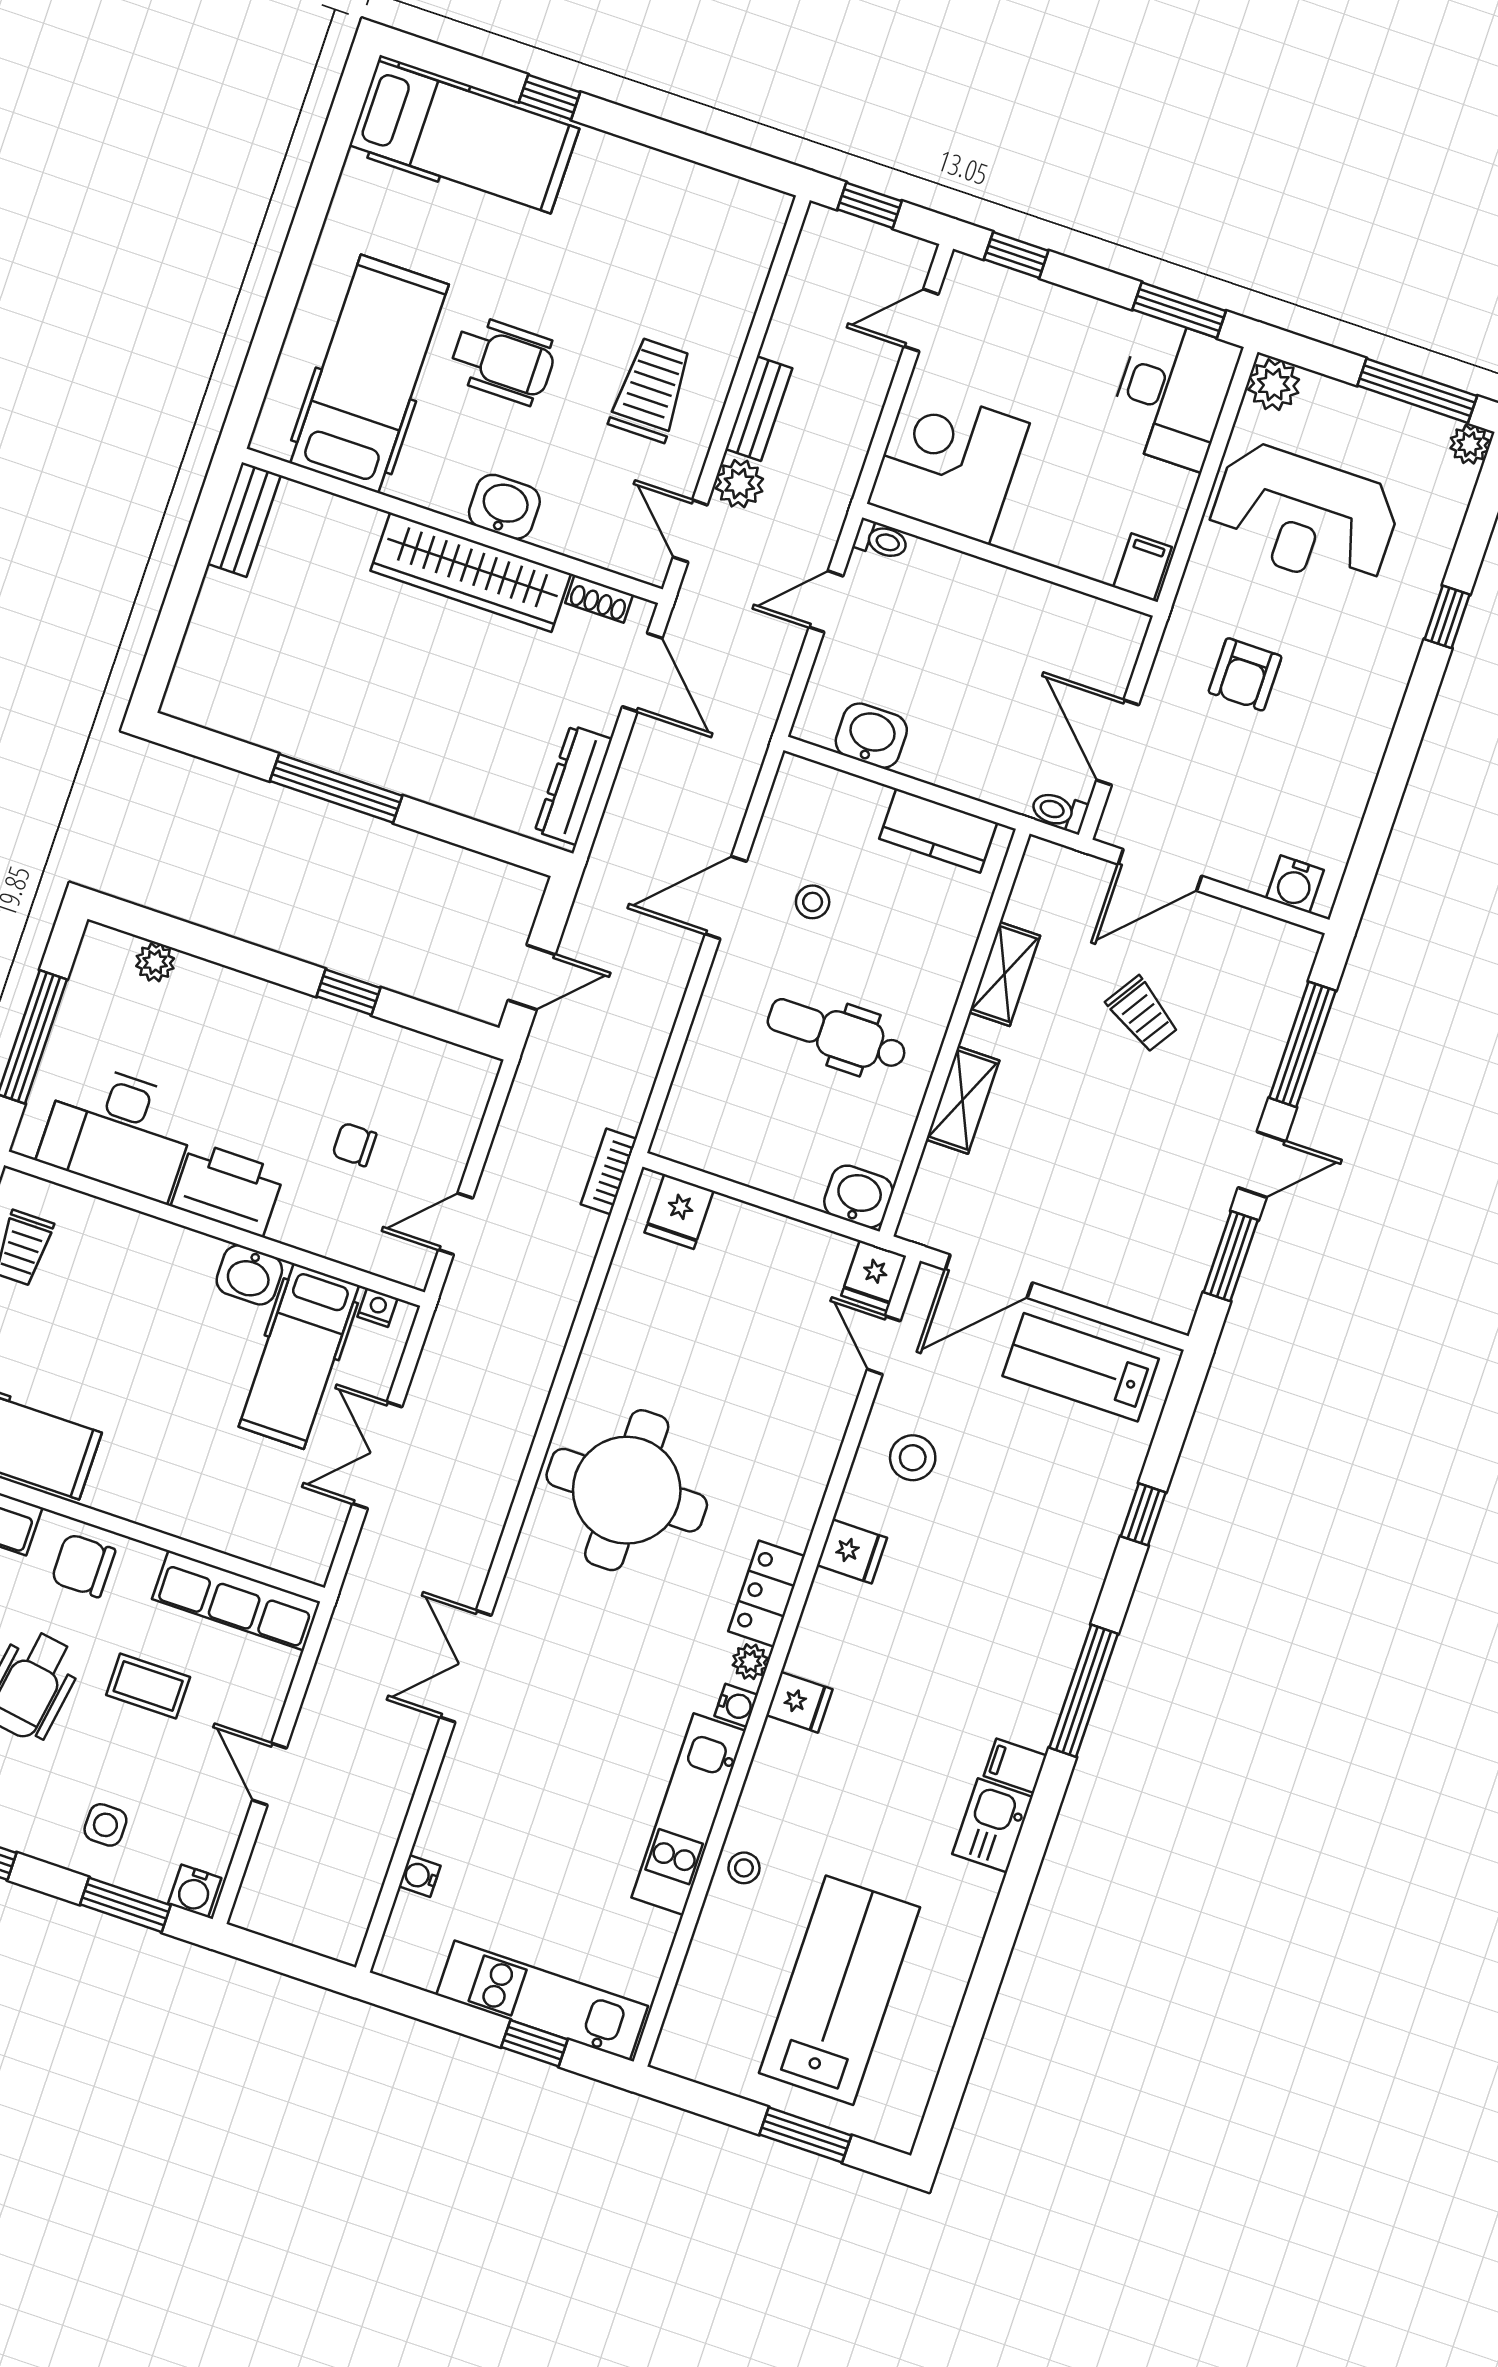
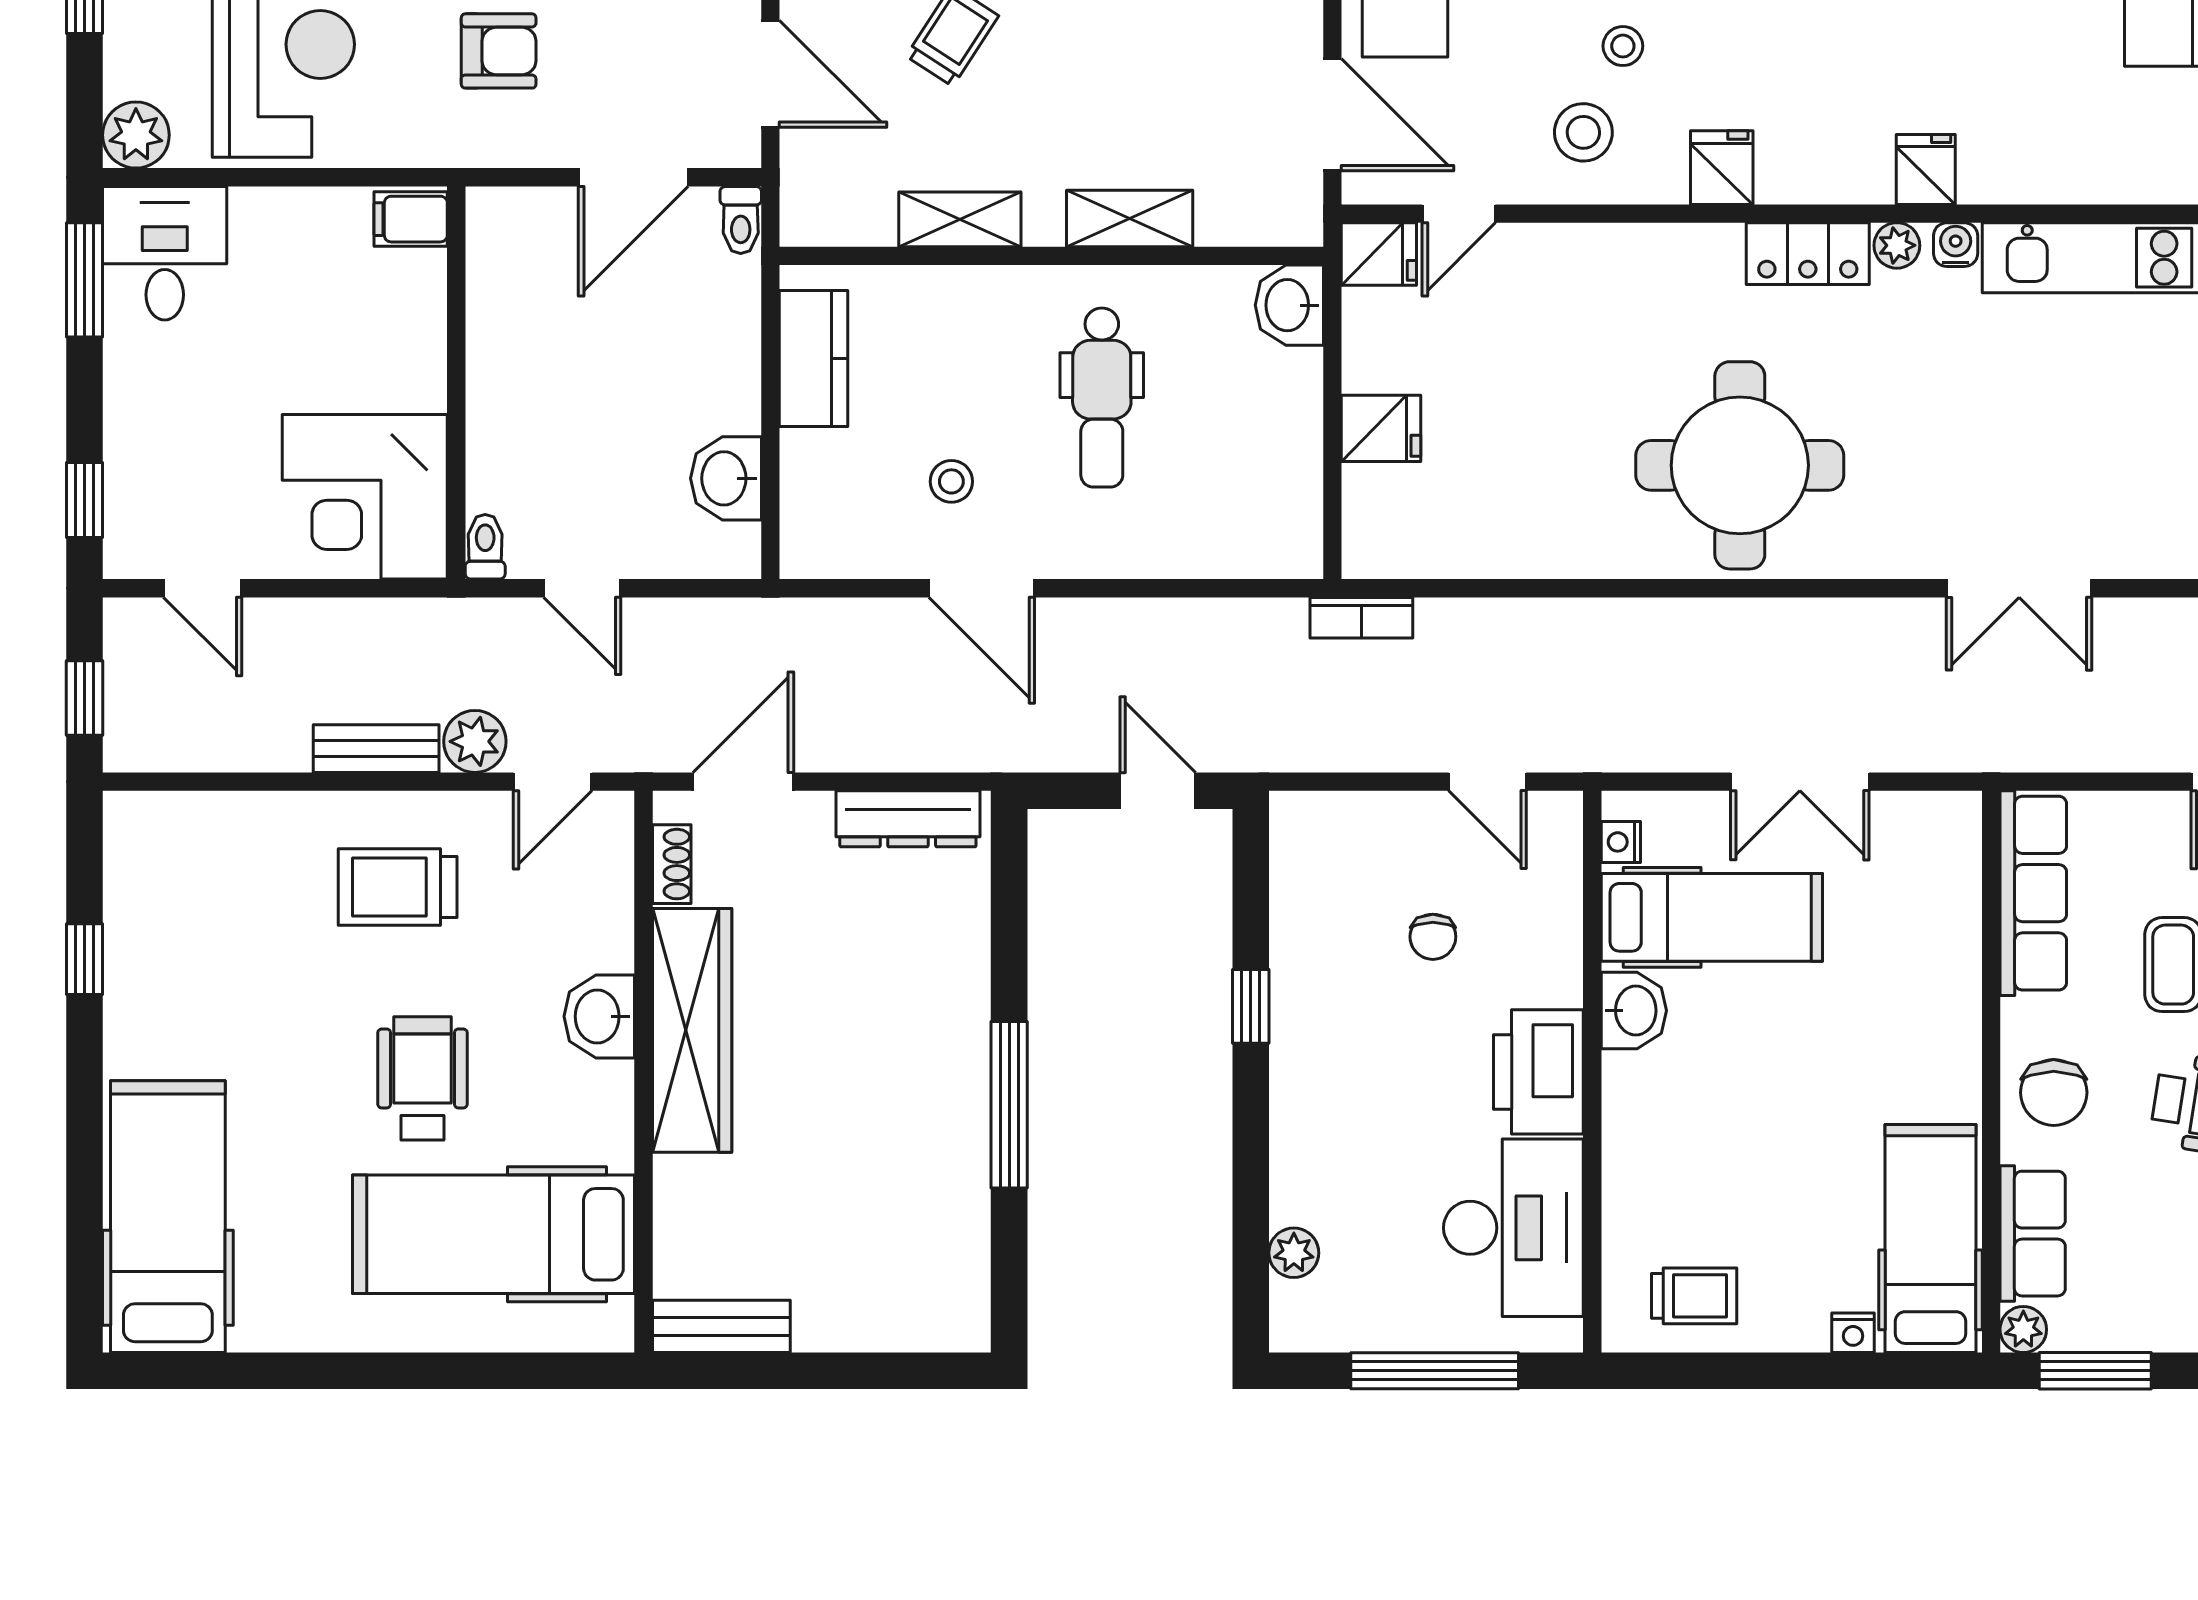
window: (550, 97) -> (85, 959), moved
desk: (1173, 393) -> (165, 253), width x0.73
fridge: (679, 1212) -> (1381, 428), moved
stool: (744, 1868) -> (1623, 46), moved

